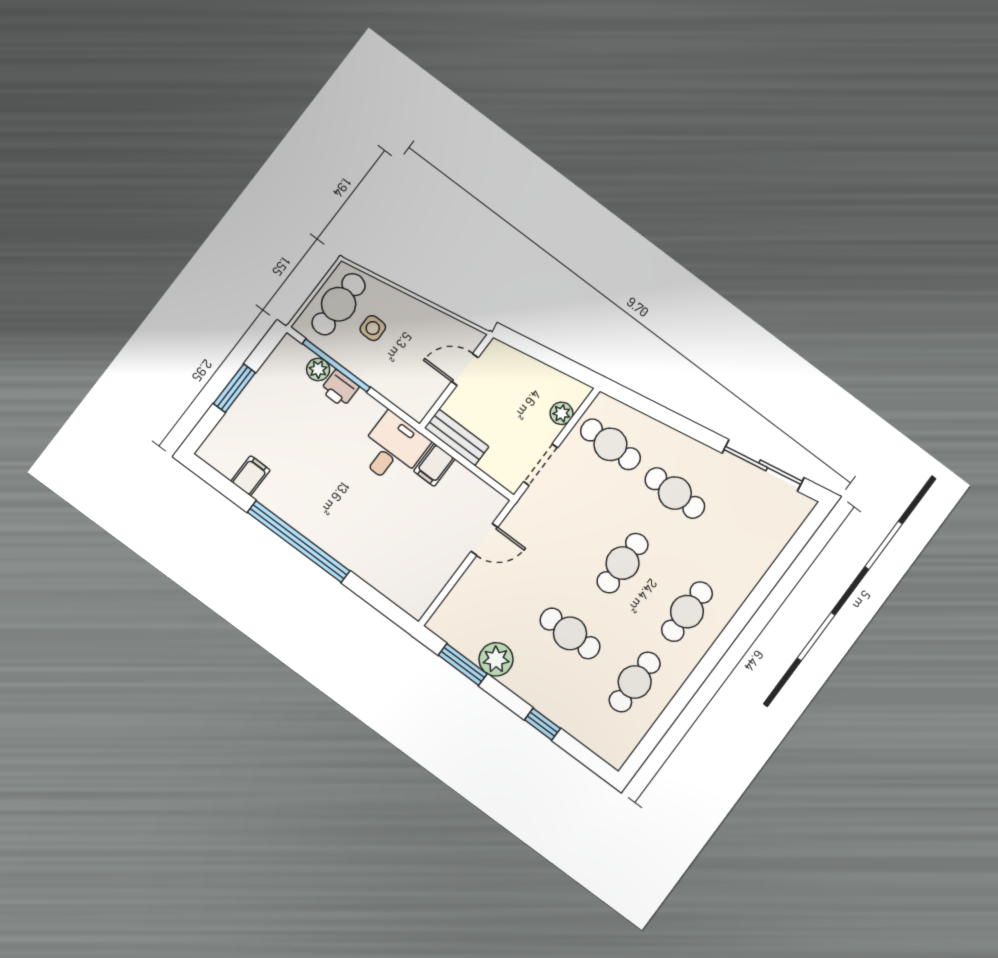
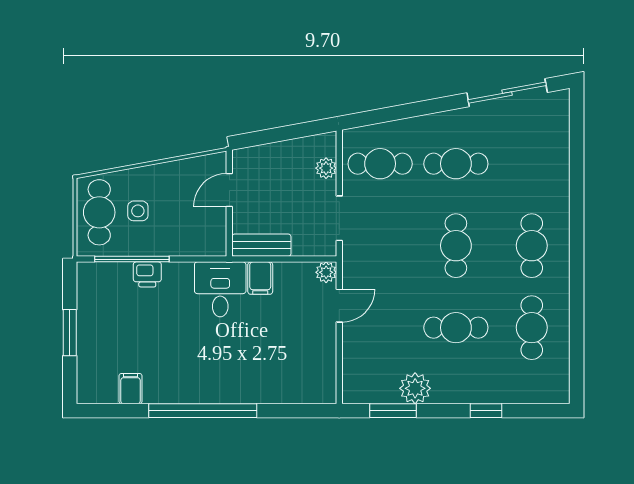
plant: (318, 369) -> (326, 272), moved

